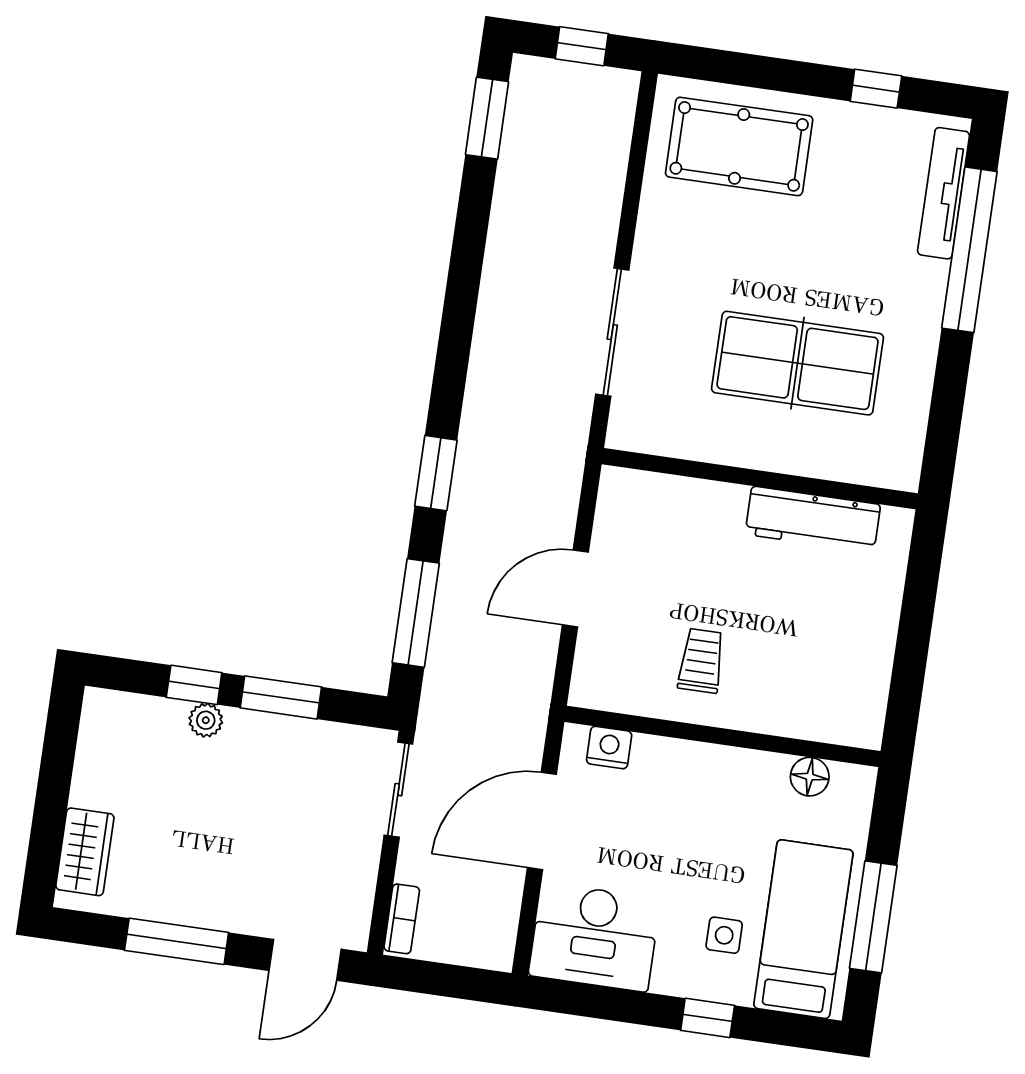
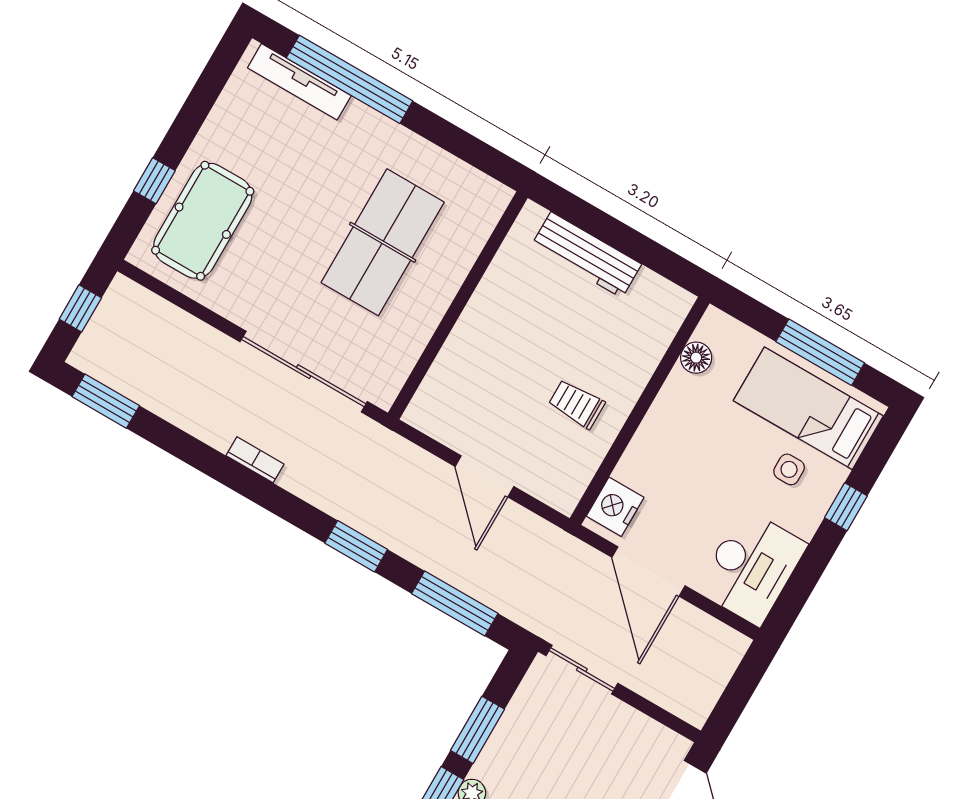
window: (876, 89) -> (154, 181), moved
sliding door: (612, 332) -> (304, 372), width x1.36
workbench: (813, 519) -> (586, 255), moved, turned 90
nightstand: (609, 748) -> (615, 507), width x1.36, depth x1.33
bookcase: (402, 919) -> (255, 460), moved

